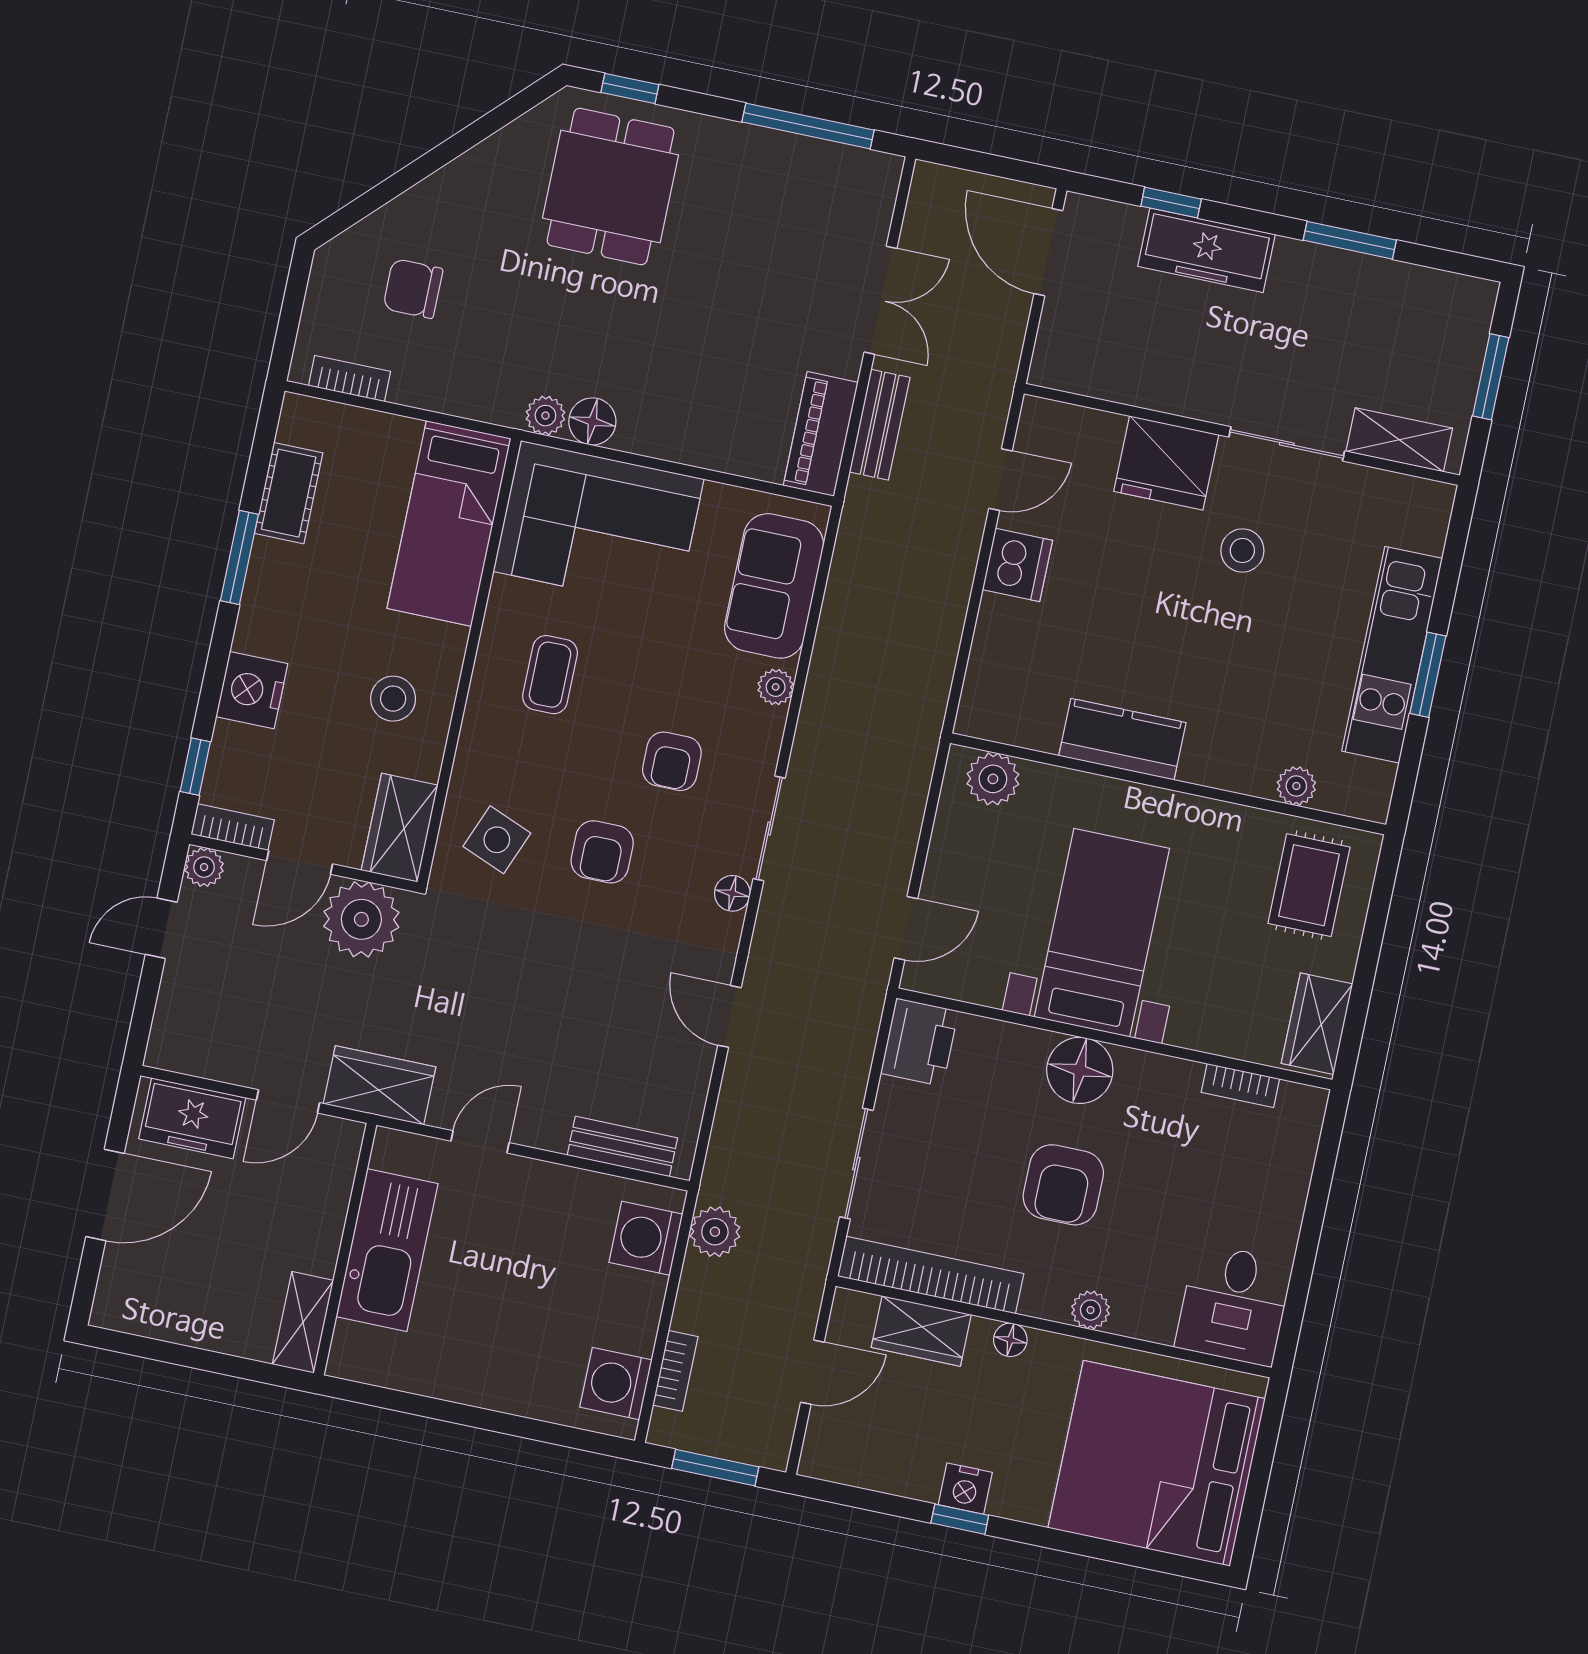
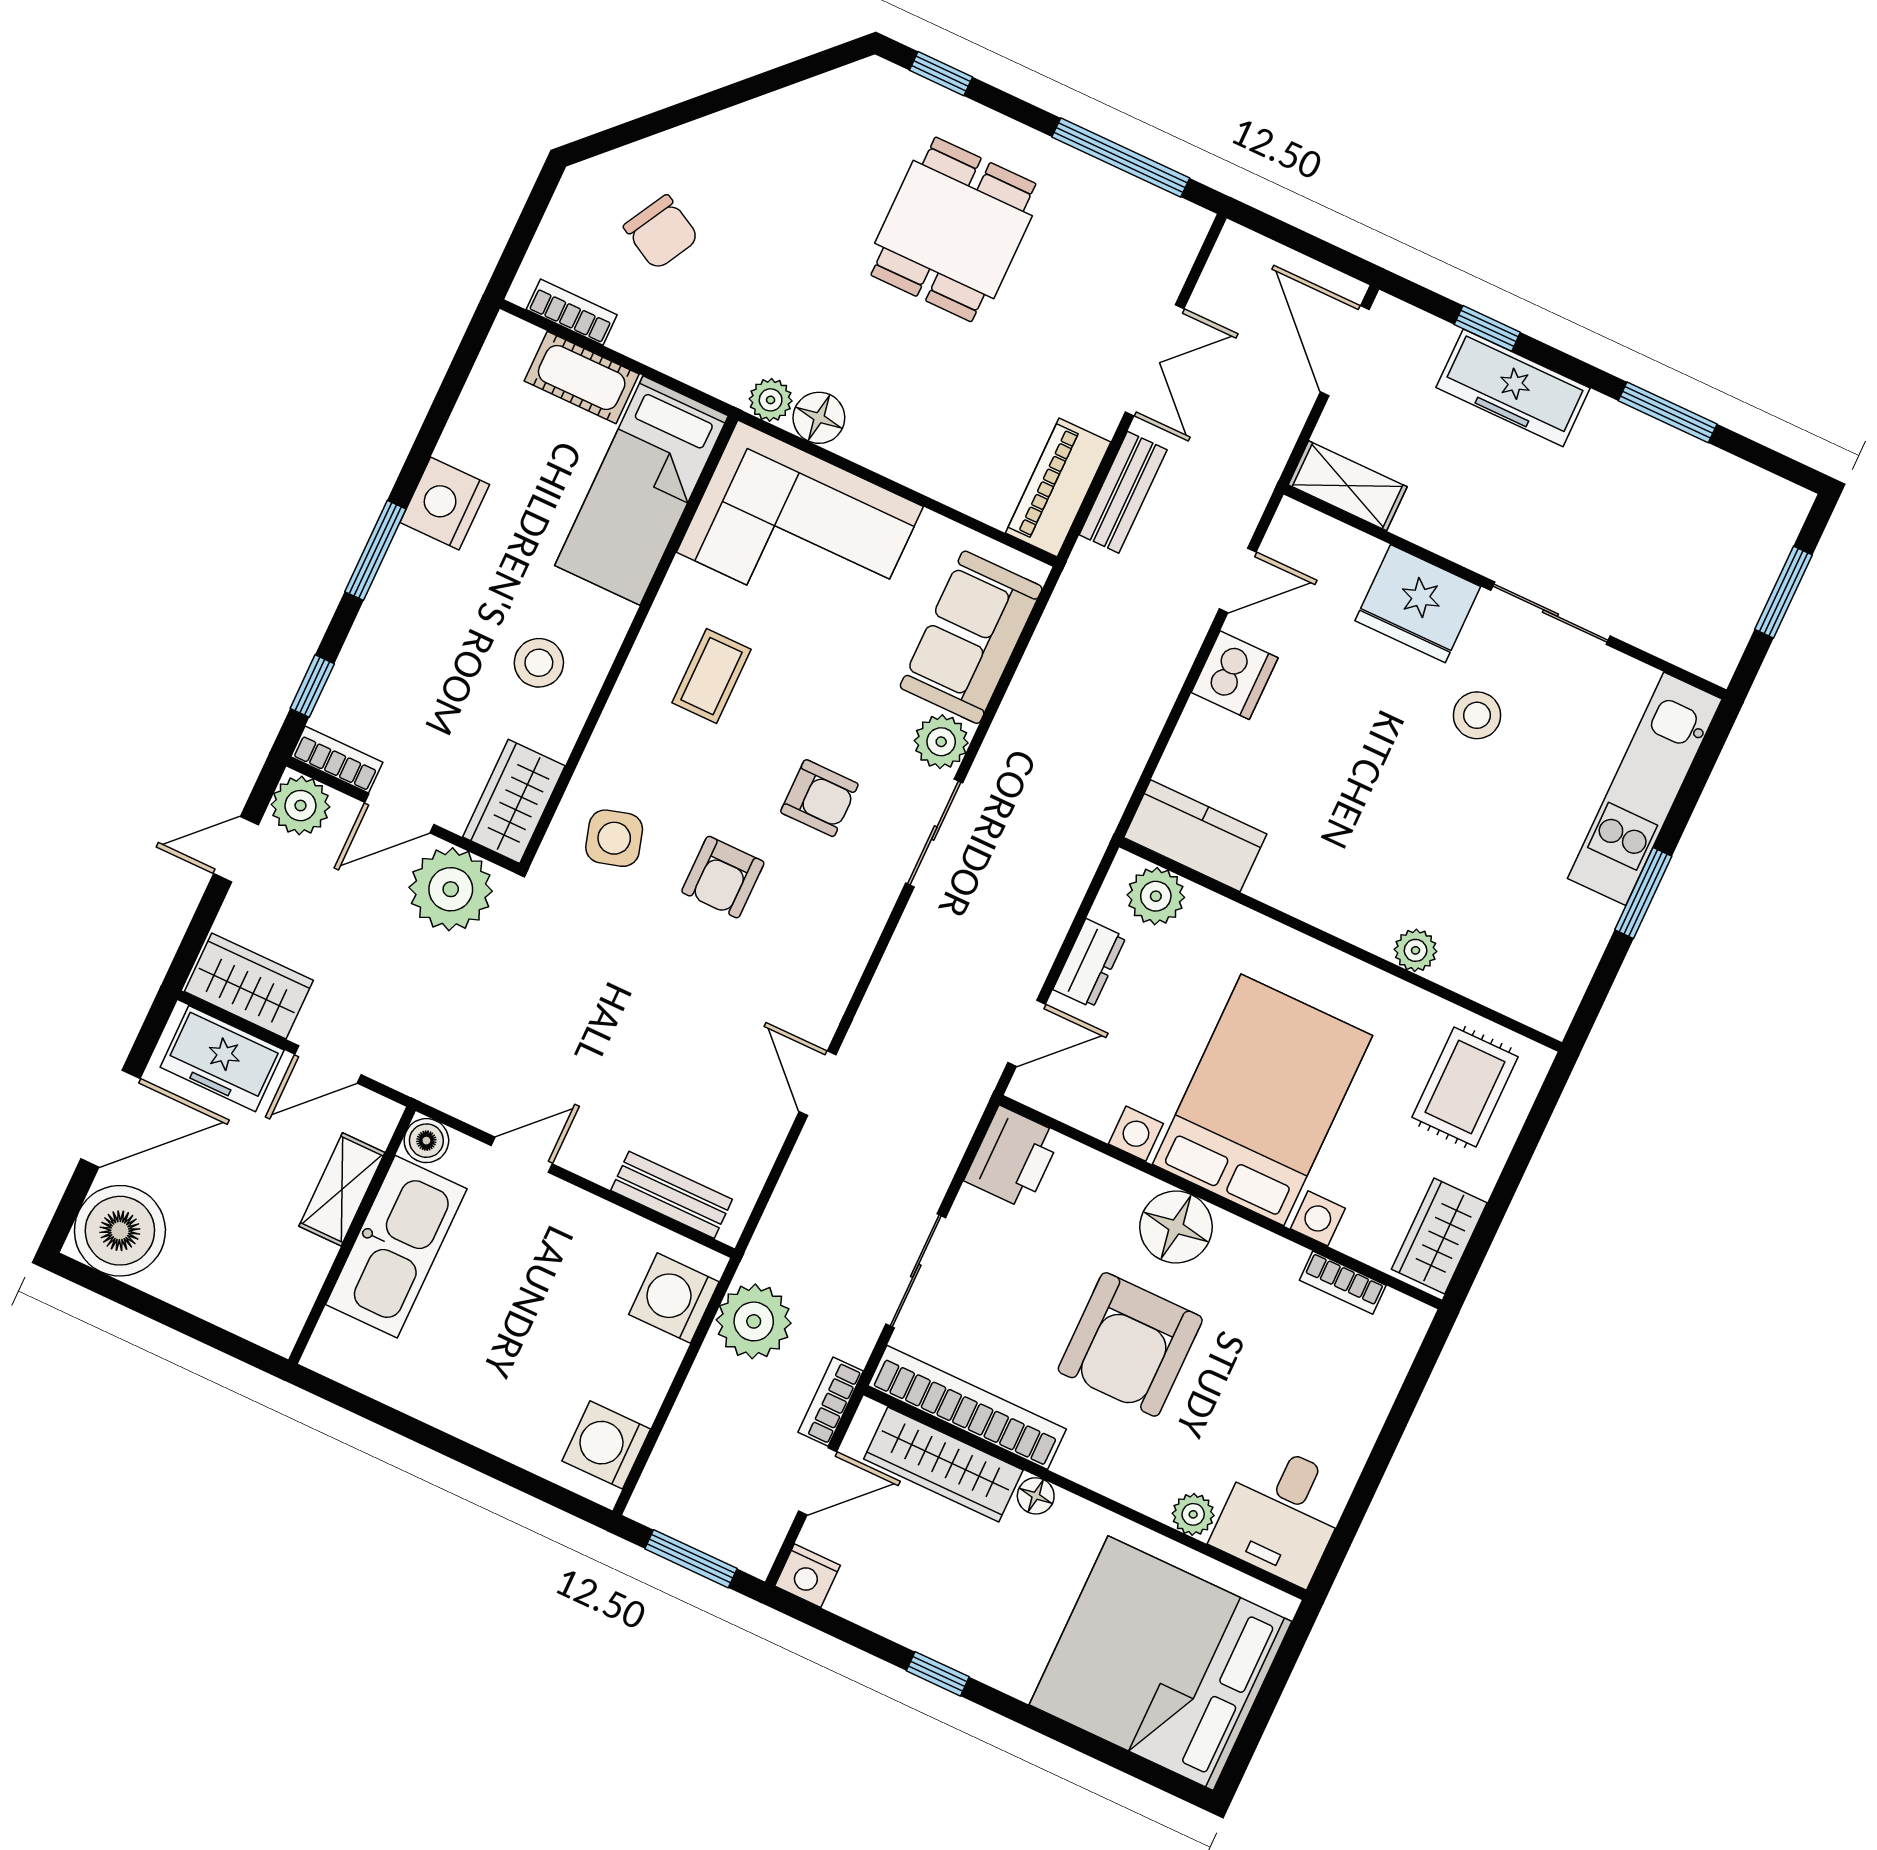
dining table: (610, 187) -> (953, 229), moved
chair: (413, 289) -> (661, 232), turned -151
shelving: (1399, 440) -> (1348, 486), moved
cot: (289, 493) -> (582, 377), moved, turned 90
window: (239, 558) -> (375, 550), moved
kitchen unit: (1392, 655) -> (1645, 789), moved
plant: (776, 687) -> (941, 742), width x1.38, depth x1.38
nightstand: (252, 690) -> (445, 504), moved
kitchen counter: (1122, 739) -> (1195, 836), moved
armchair: (672, 761) -> (819, 798), turned -90
plant: (1296, 786) -> (1416, 950), moved
sliding door: (769, 828) -> (934, 833), moved
side table: (497, 840) -> (614, 838), turned -38
dresser: (948, 853) -> (1089, 963), added
plant: (204, 867) -> (300, 806), width x1.38, depth x1.38
floor lamp: (732, 893) -> (851, 953), removed
bed with nightstands: (1102, 933) -> (1262, 1100), width x1.36
wardrobe: (380, 1085) -> (249, 986), moved
boiler: (392, 1149) -> (426, 1141), added
armchair: (1063, 1185) -> (1130, 1344), width x1.36, depth x1.36
plant: (715, 1232) -> (754, 1321), width x1.36, depth x1.36
boiler: (137, 1293) -> (120, 1231), added
plant: (1091, 1310) -> (1193, 1514), moved
shelving: (303, 1322) -> (342, 1189), moved
wardrobe: (921, 1331) -> (943, 1464), width x1.50
bookcase: (675, 1371) -> (831, 1402), moved, turned 180
nightstand: (965, 1489) -> (807, 1576), moved

